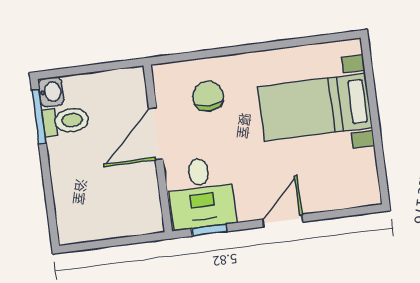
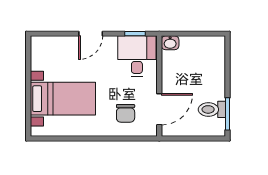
washbasin: (51, 92) -> (170, 43), moved, turned -90
door: (156, 134) -> (159, 109), moved

